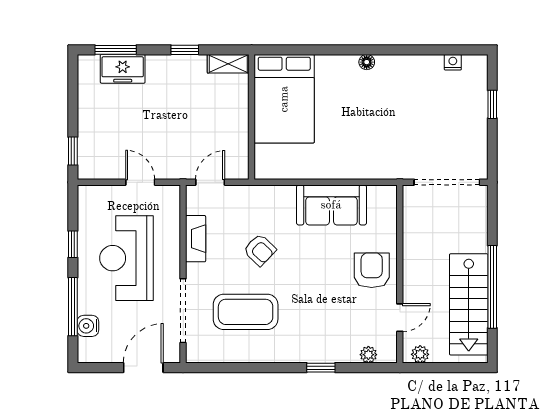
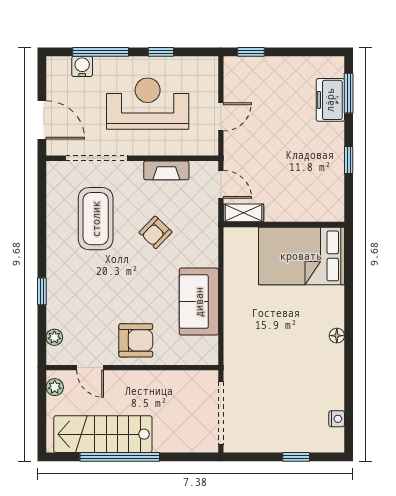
shelving: (228, 64) -> (243, 213), moved, turned 90

